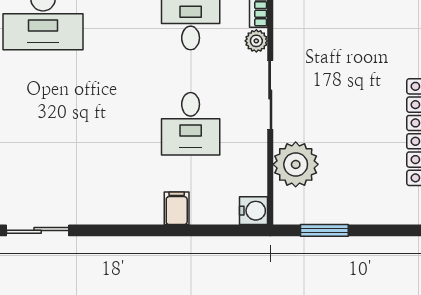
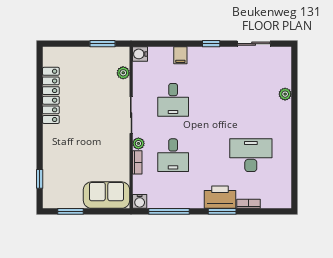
desk: (191, 124) -> (173, 100), turned 180
plant: (296, 164) -> (123, 73), width x0.53, depth x0.53
window: (118, 230) -> (211, 44), added

